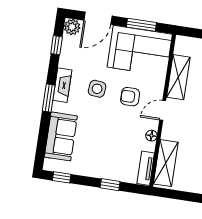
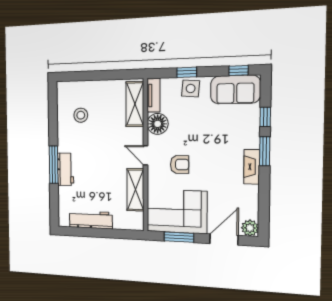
window: (57, 45) -> (265, 117), moved
side table: (97, 89) -> (191, 88), moved
door: (163, 110) -> (145, 155), swing flipped
sofa: (61, 136) -> (235, 90), moved, turned -90
floor lamp: (151, 136) -> (158, 124), width x1.89, depth x1.89

